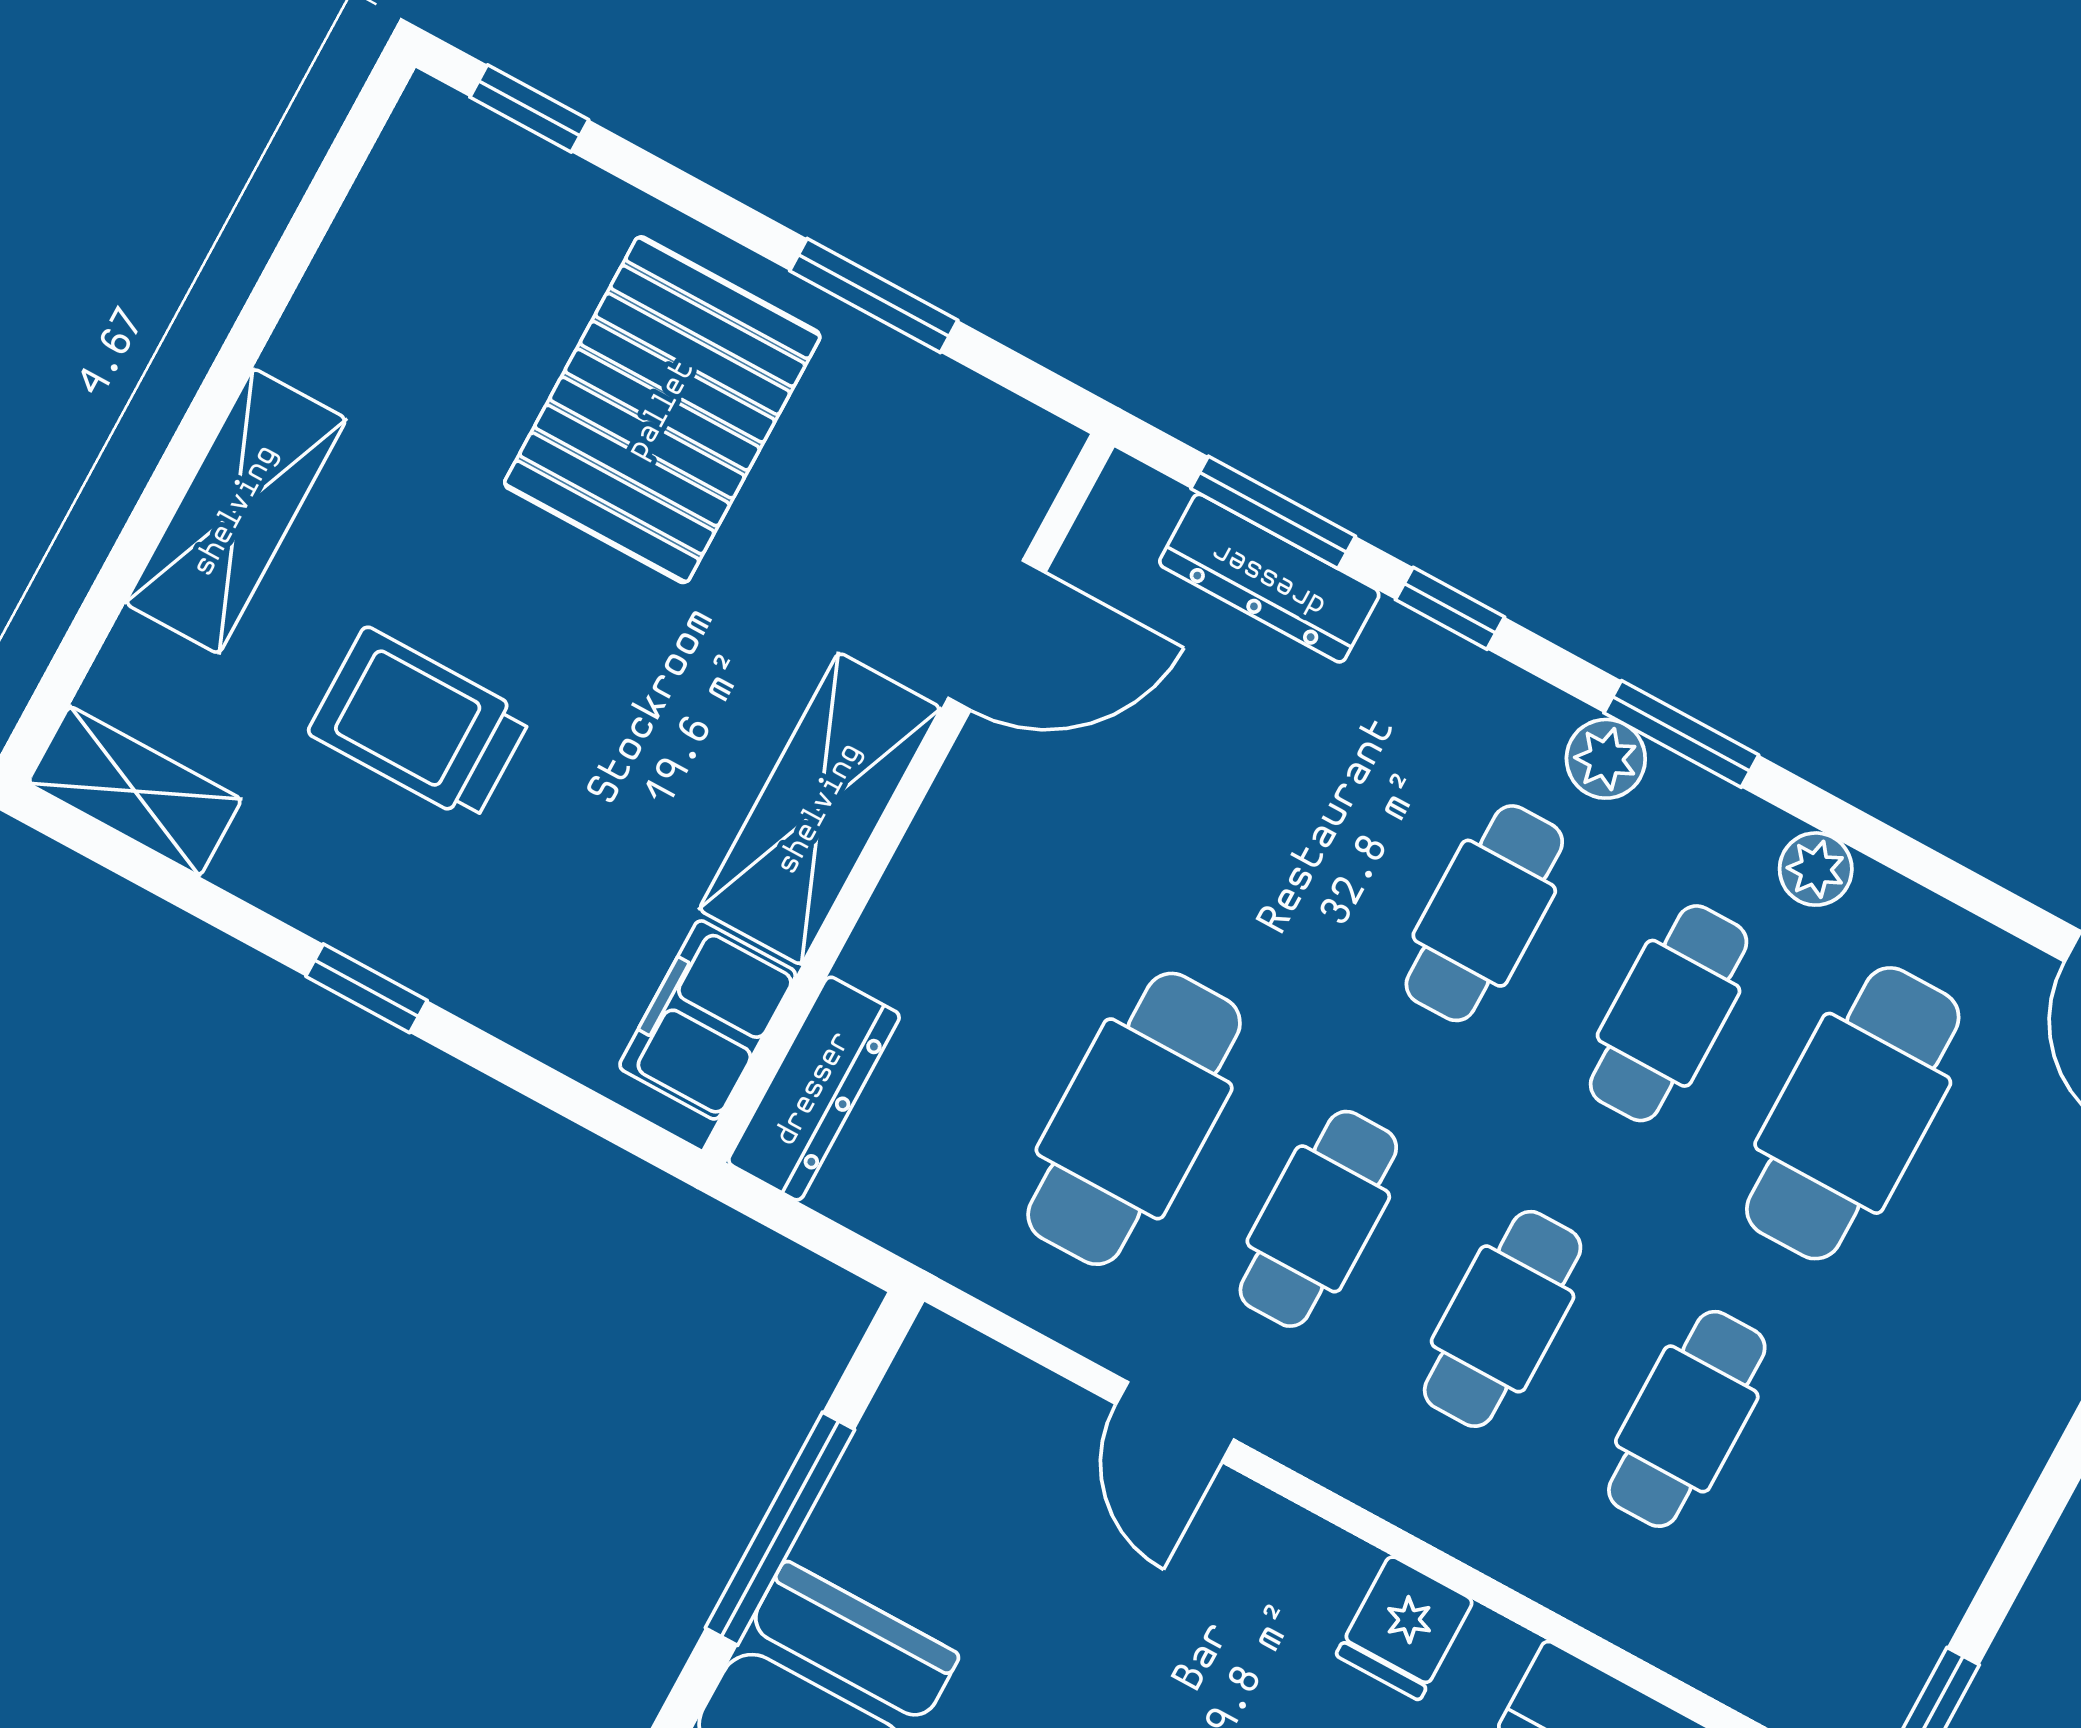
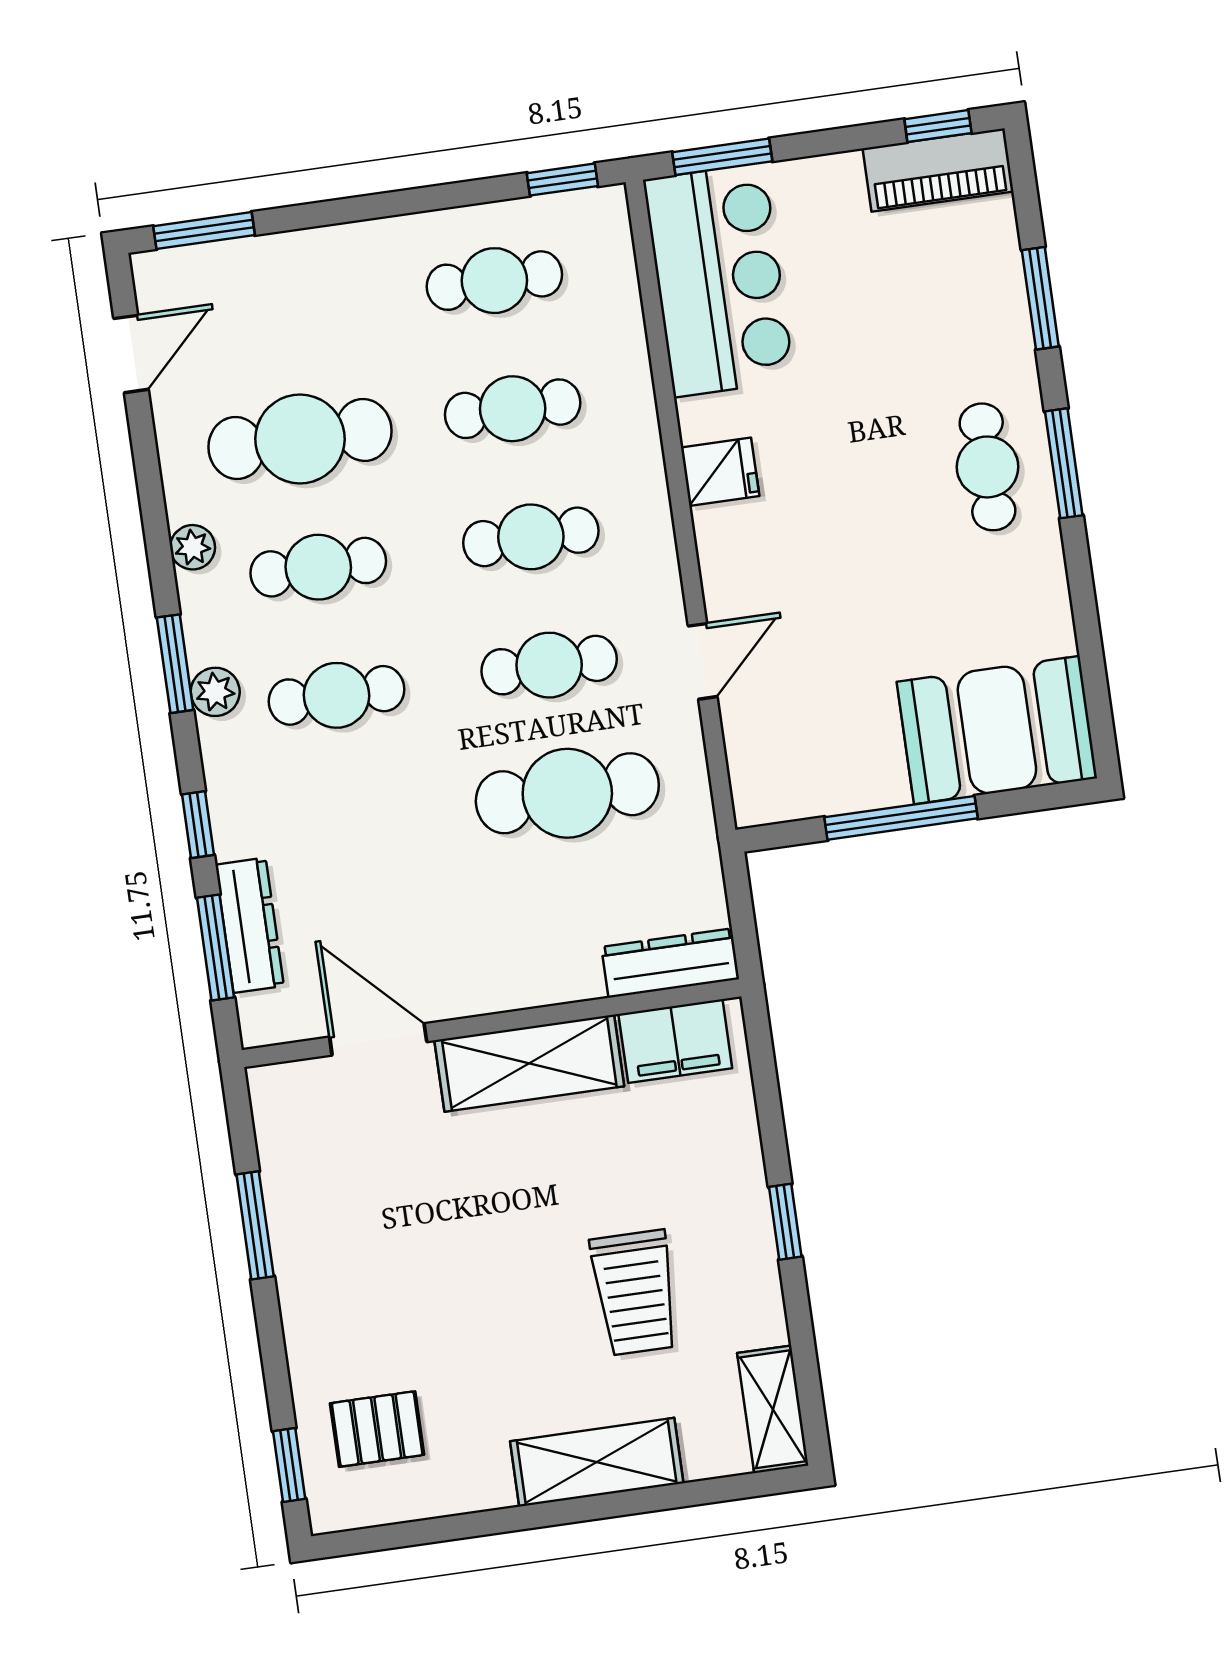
pallet: (662, 410) -> (377, 1429), moved, width x0.49, depth x0.50
cafe table: (1871, 1519) -> (494, 281), added

